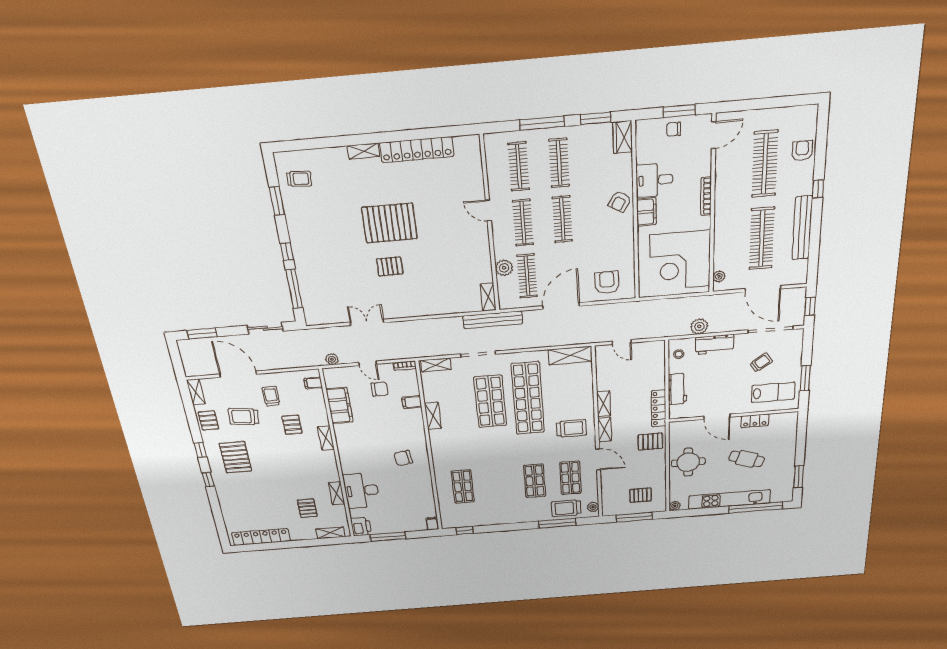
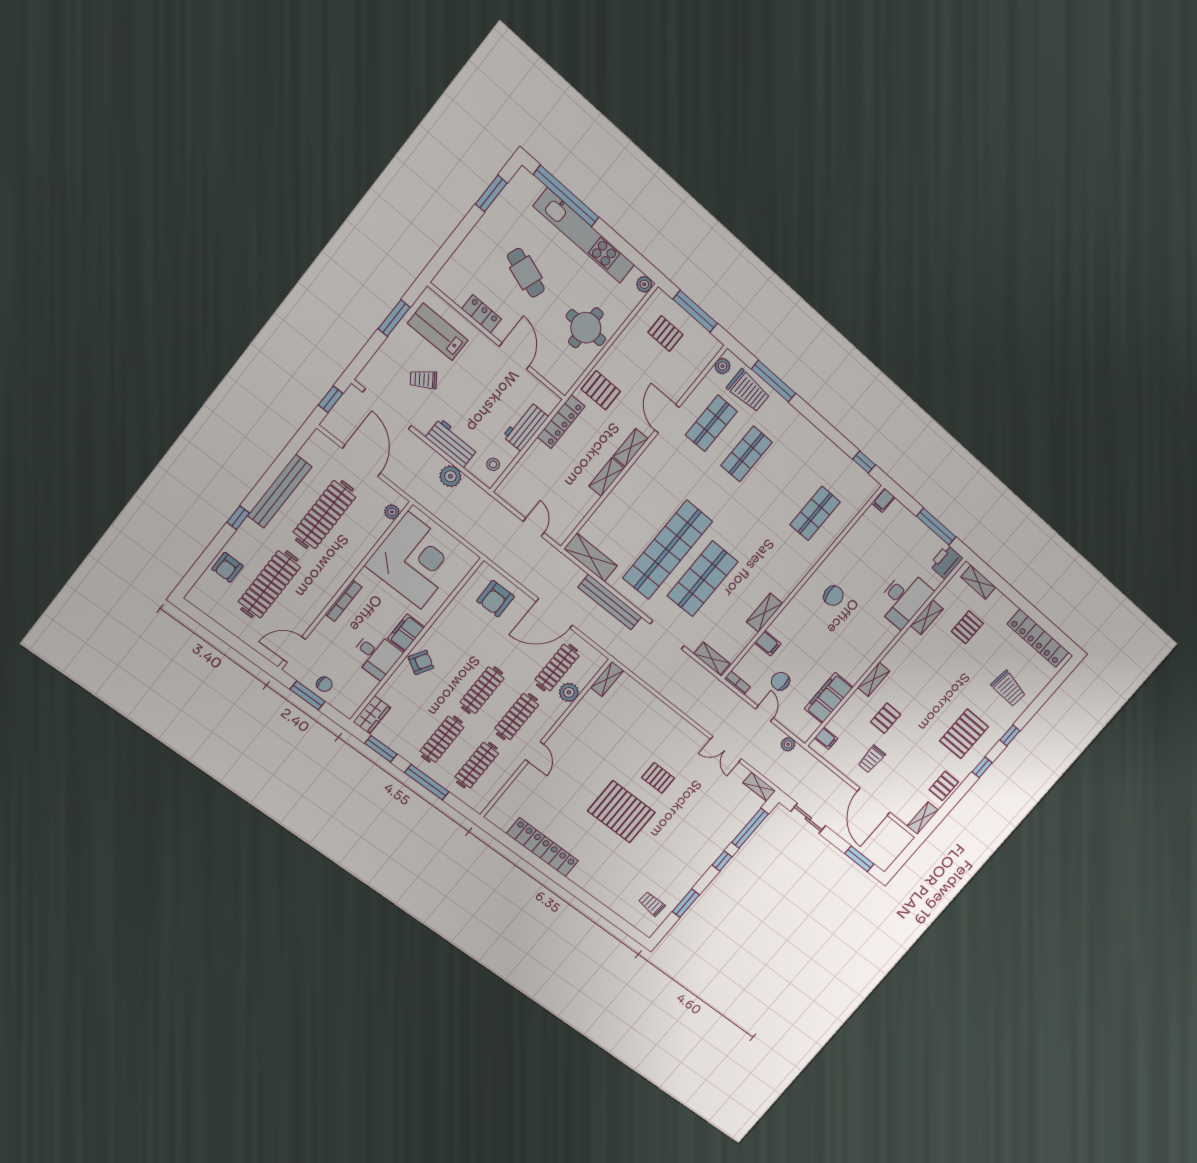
shelving: (364, 151) -> (759, 787), moved
bench: (493, 320) -> (610, 602), moved
trolley: (244, 417) -> (1008, 689), moved
trolley: (571, 428) -> (659, 479), removed

